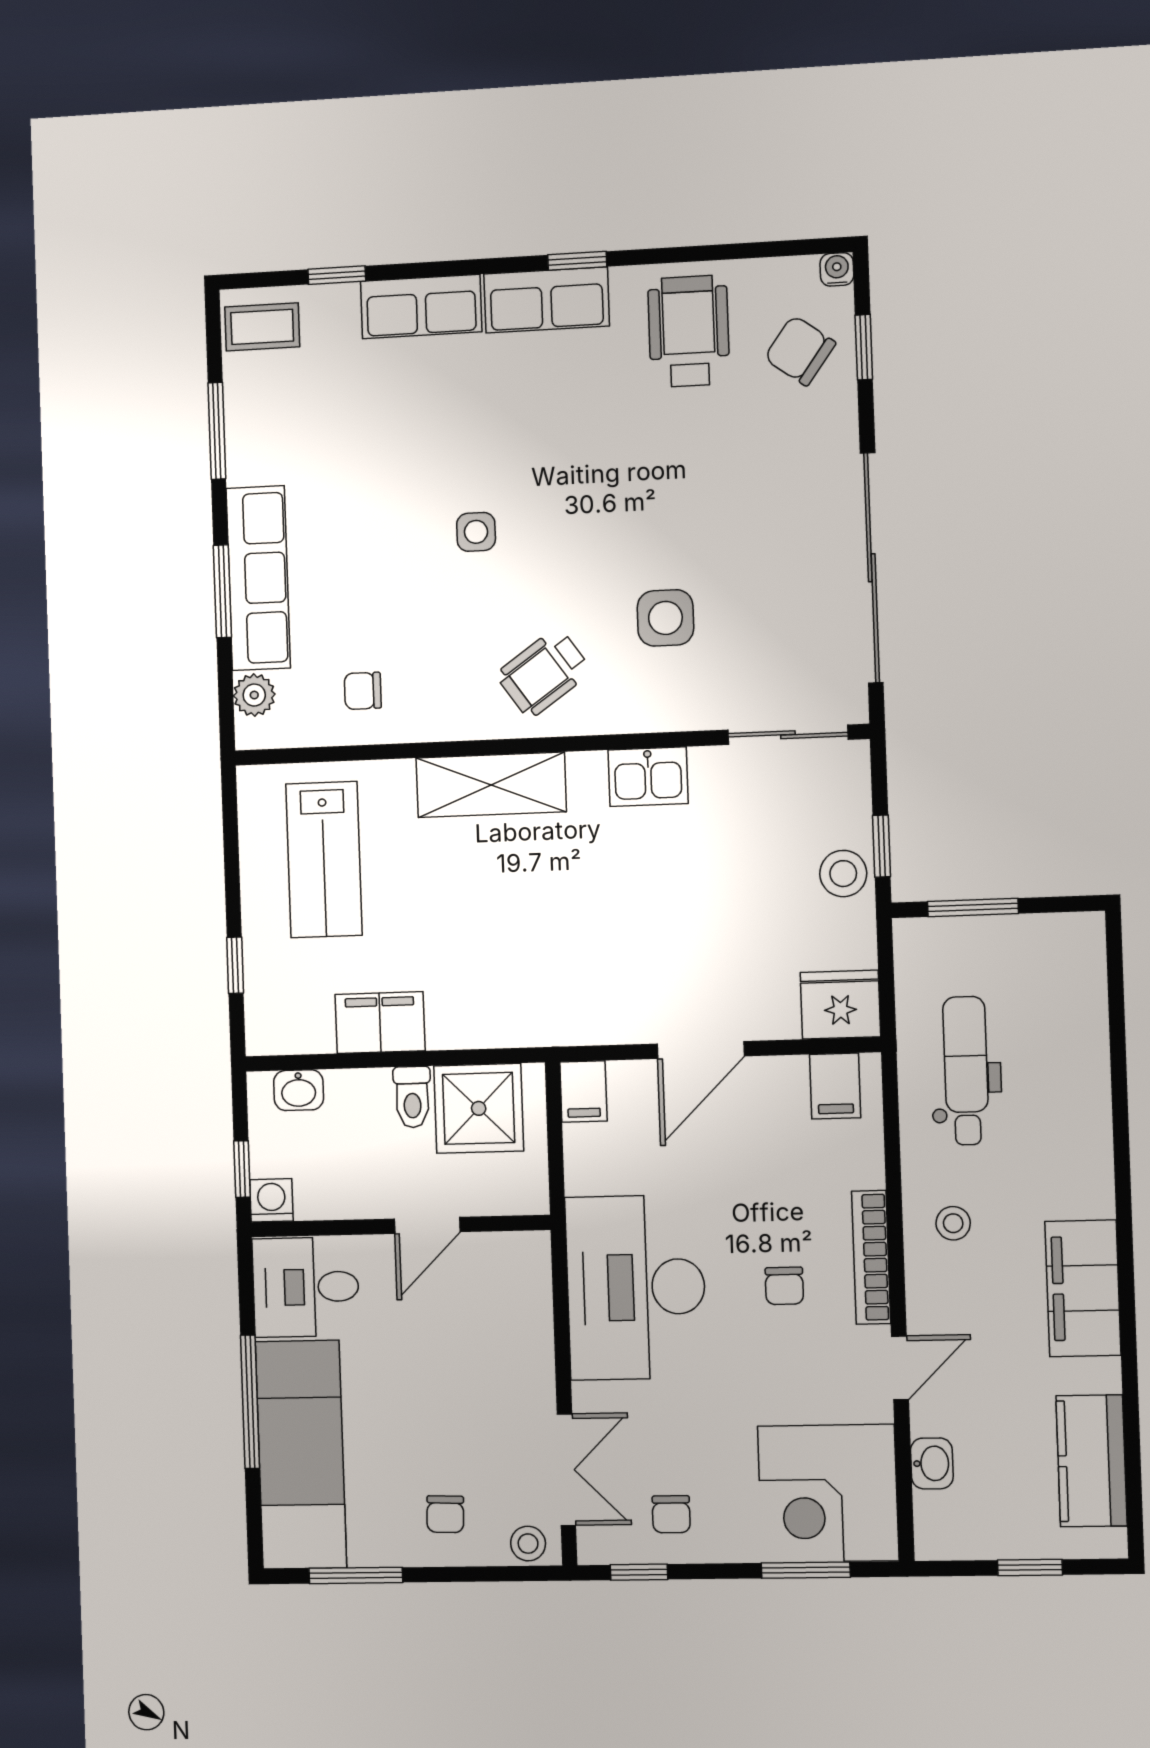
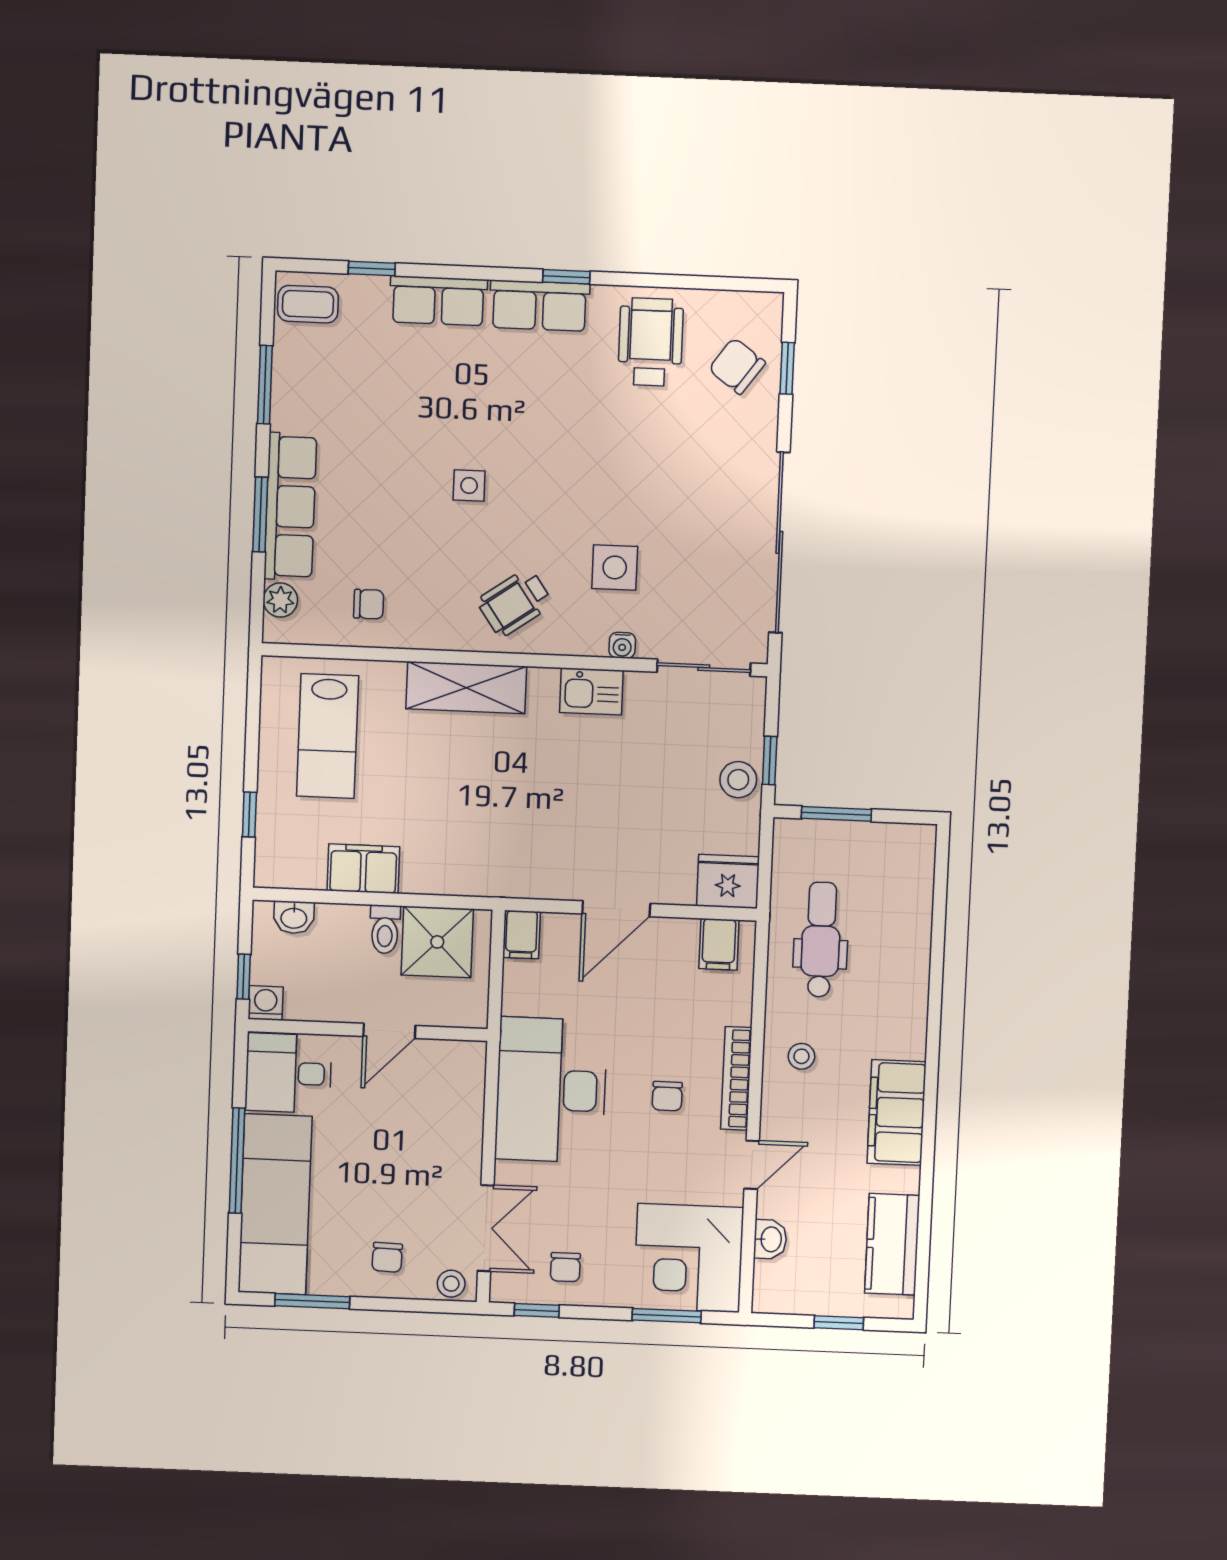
water cooler: (837, 269) -> (622, 645), moved, turned 180
chair: (363, 691) -> (369, 604), turned 180

